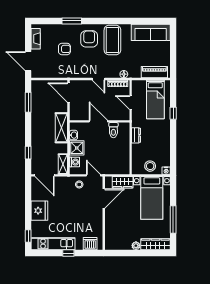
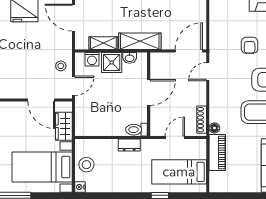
piano: (154, 72) -> (217, 153), moved
door: (98, 79) -> (208, 72), moved
toilet: (113, 130) -> (136, 130), moved
shelving: (63, 164) -> (103, 43), moved
door: (45, 175) -> (74, 18), hinge flipped

